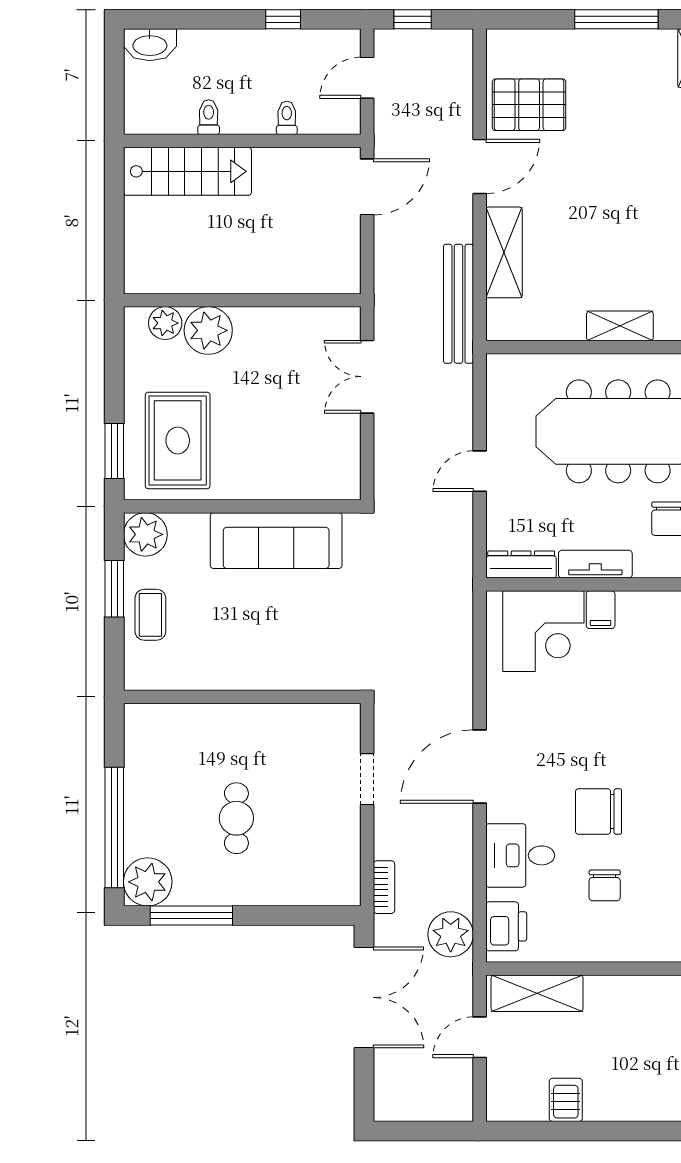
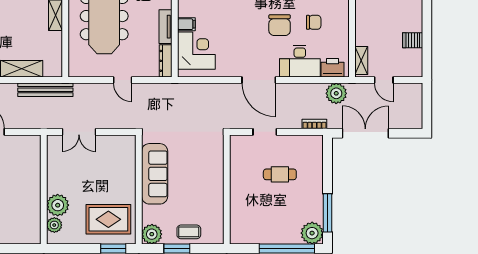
cafe table: (236, 818) -> (280, 174), moved
desk: (520, 855) -> (300, 61), width x1.37
shelving: (537, 993) -> (361, 61), width x0.67, depth x0.75

